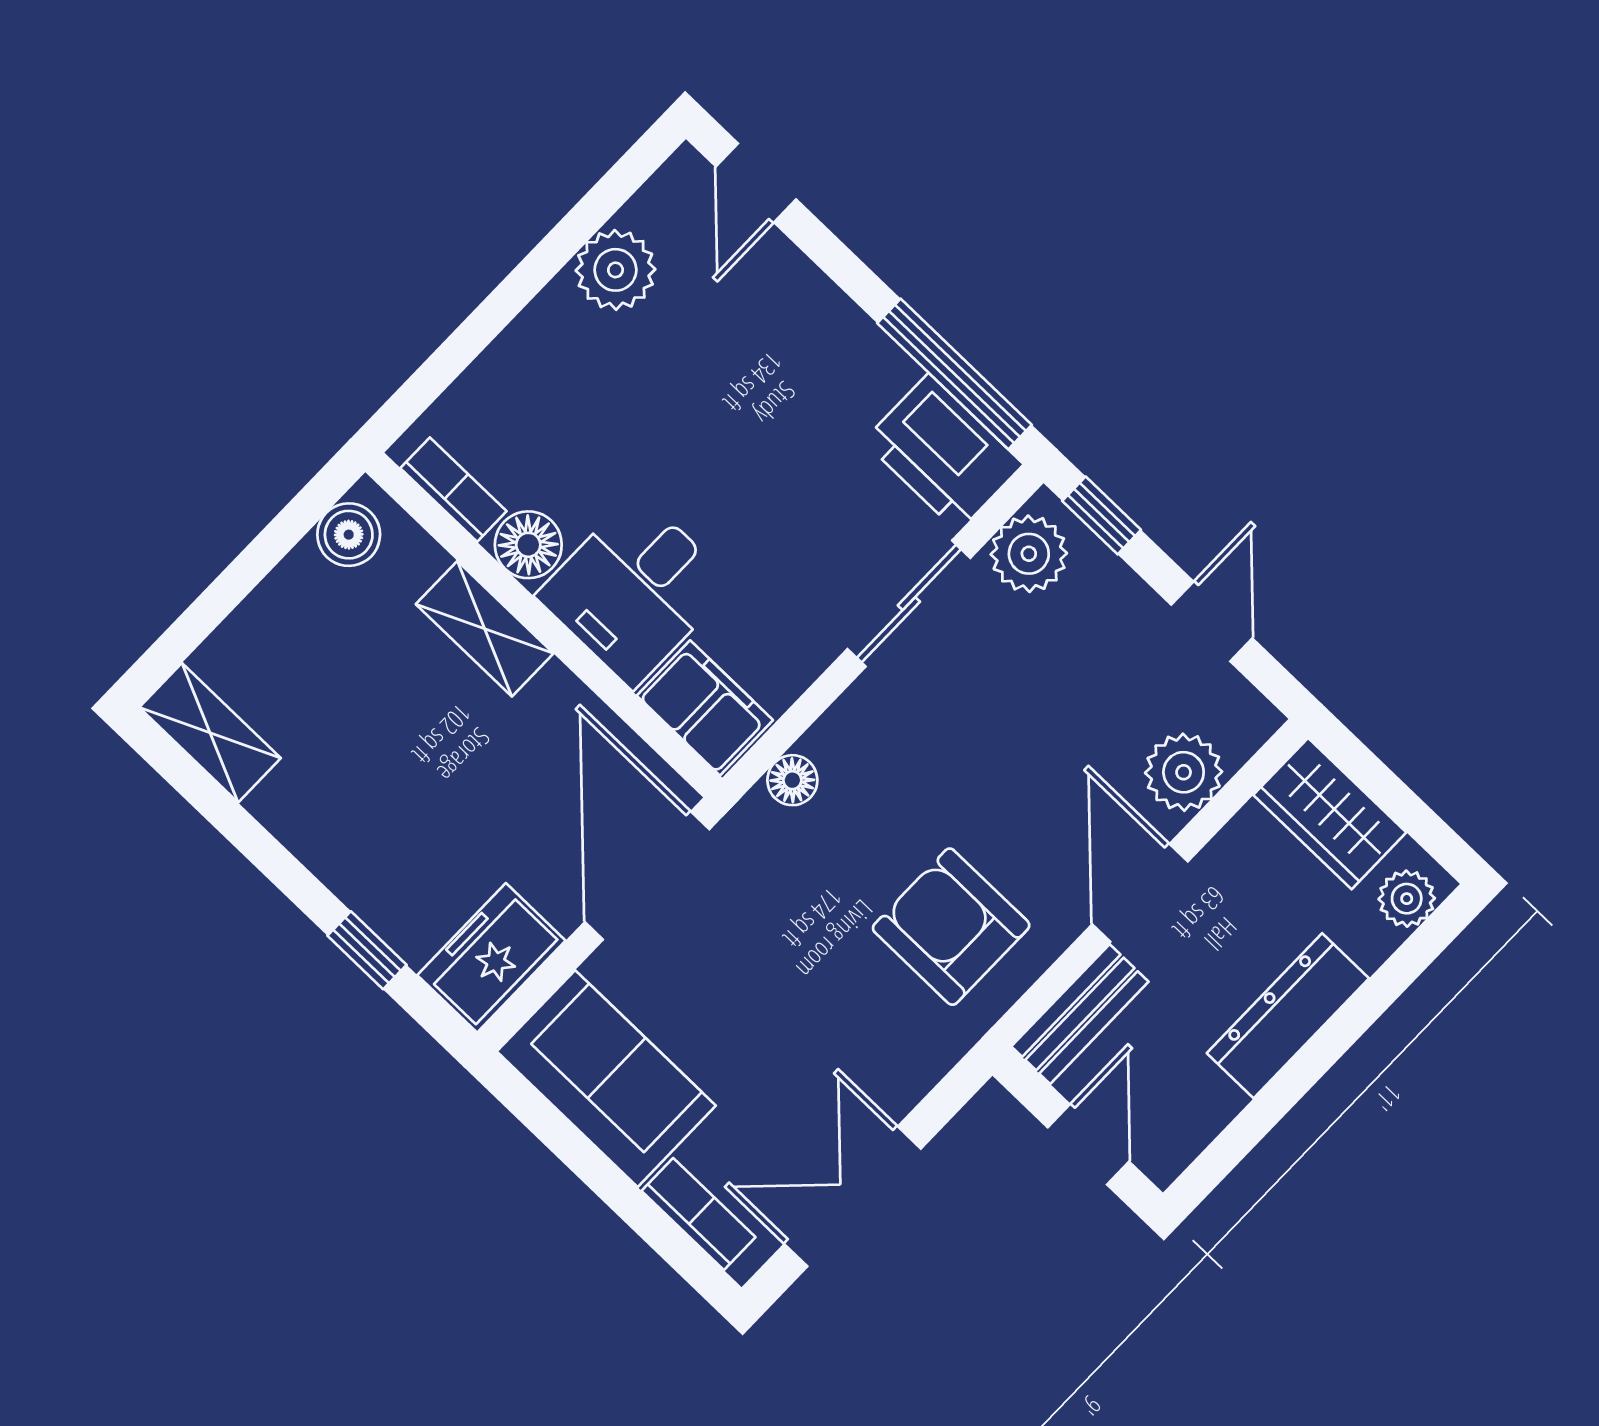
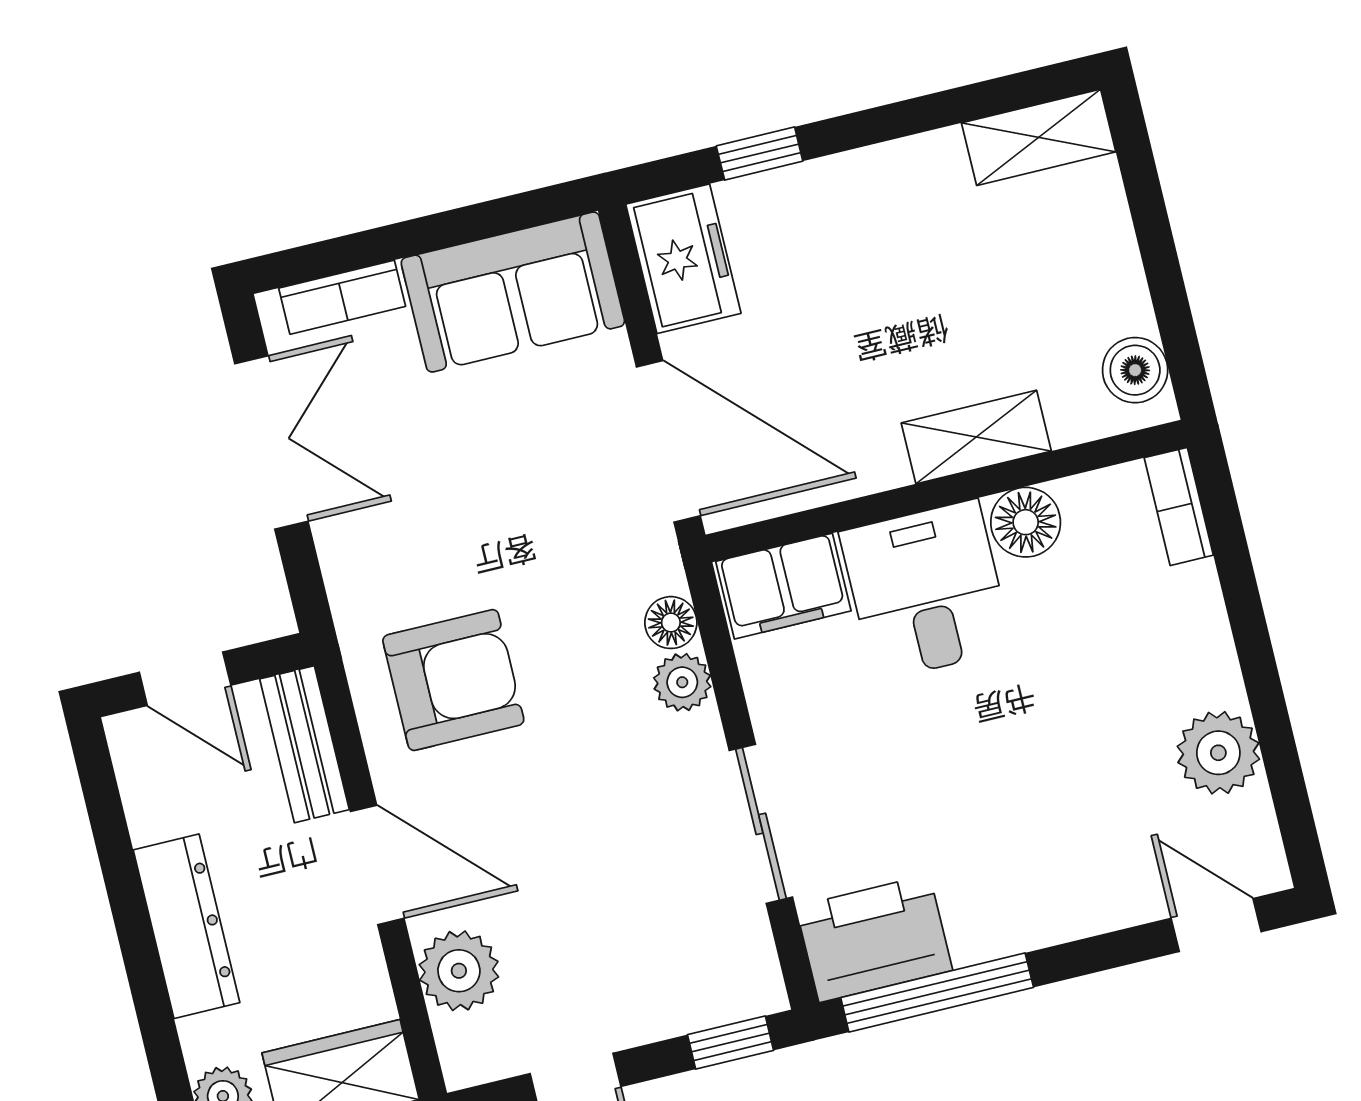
bookcase: (453, 490) -> (1179, 506), moved, turned 90
plant: (1029, 554) -> (682, 682), moved, width x0.73, depth x0.73

